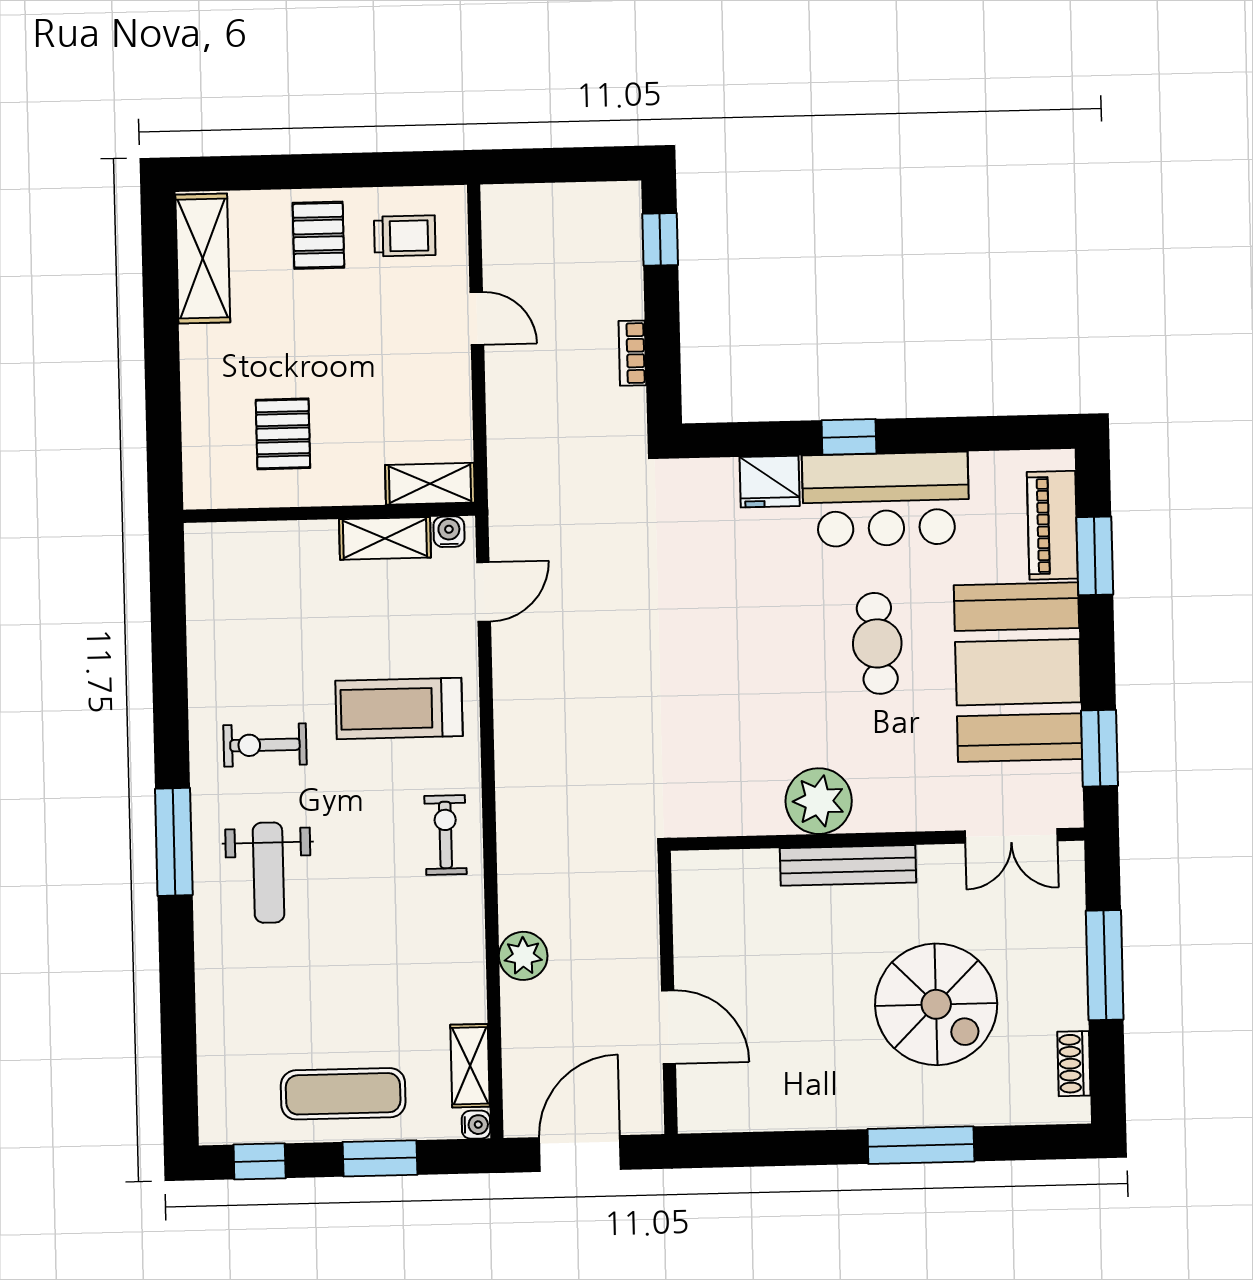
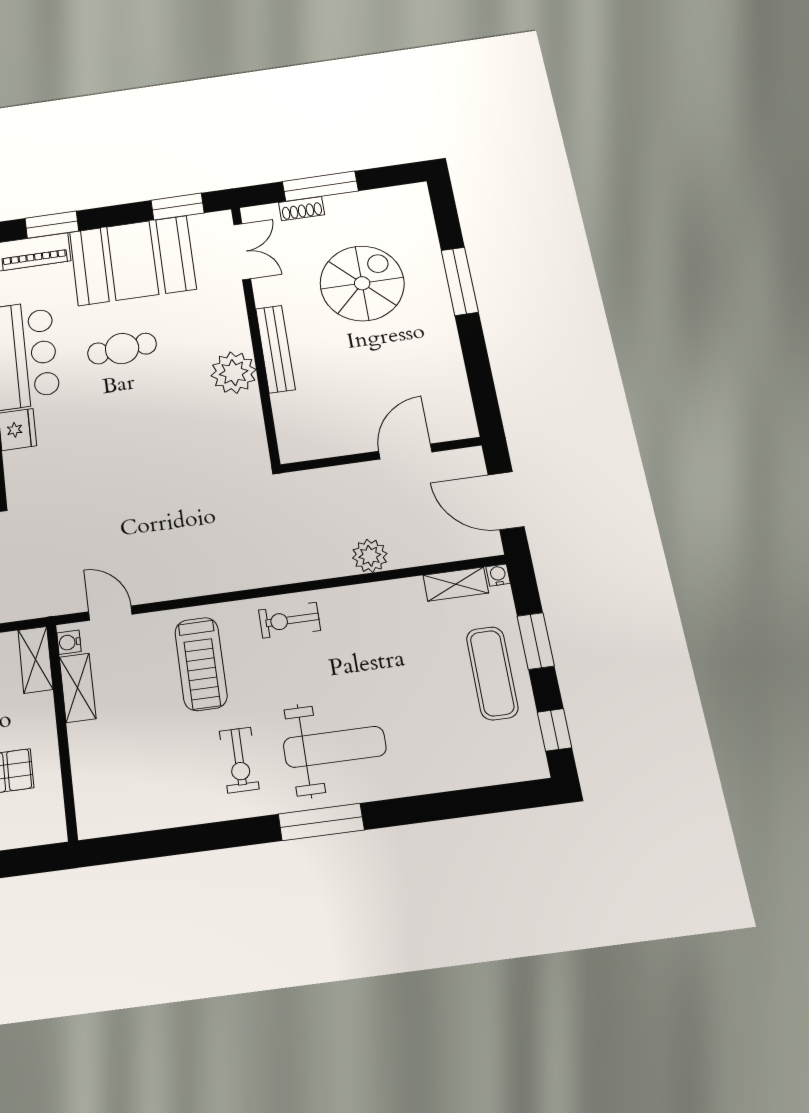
weight bench: (268, 873) -> (335, 747), width x1.36, depth x1.33
shoe rack: (1074, 1064) -> (302, 209), moved

